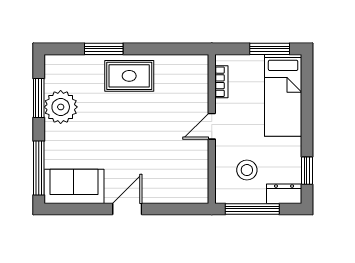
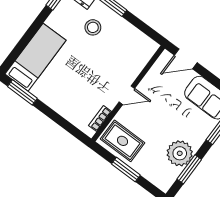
bookcase: (221, 82) -> (100, 118), moved
door: (212, 126) -> (127, 95), moved
wall: (212, 129) -> (128, 94), moved

